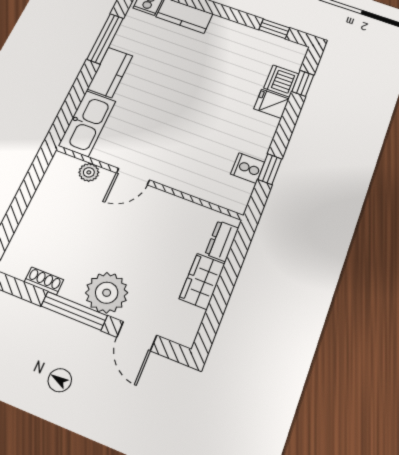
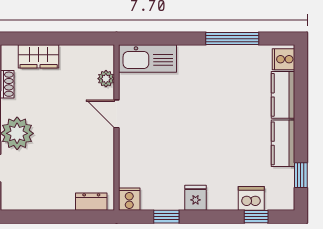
kitchen counter: (110, 72) -> (283, 143), moved, turned 90
fridge: (271, 104) -> (196, 198), moved
cooker: (248, 168) -> (129, 199), moved
wardrobe: (202, 281) -> (39, 56), moved, turned 180

